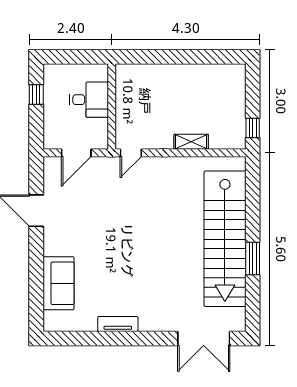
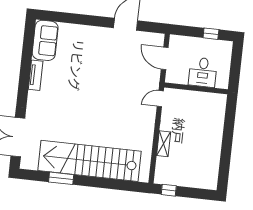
door: (131, 153) -> (160, 99), hinge flipped
window: (253, 259) -> (61, 178), moved
sofa: (58, 283) -> (45, 40), moved, turned -90

